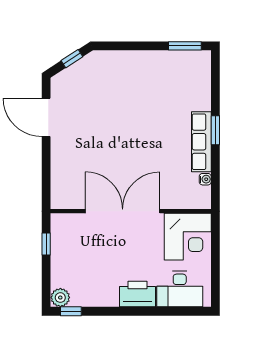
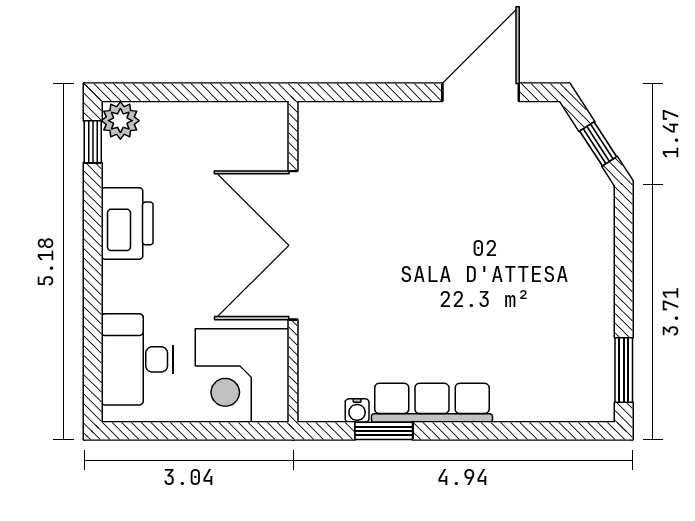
window: (215, 130) -> (384, 431), moved
double door: (123, 211) -> (293, 245), swing flipped
window: (46, 244) -> (228, 92), removed
printer: (138, 294) -> (127, 223), moved

